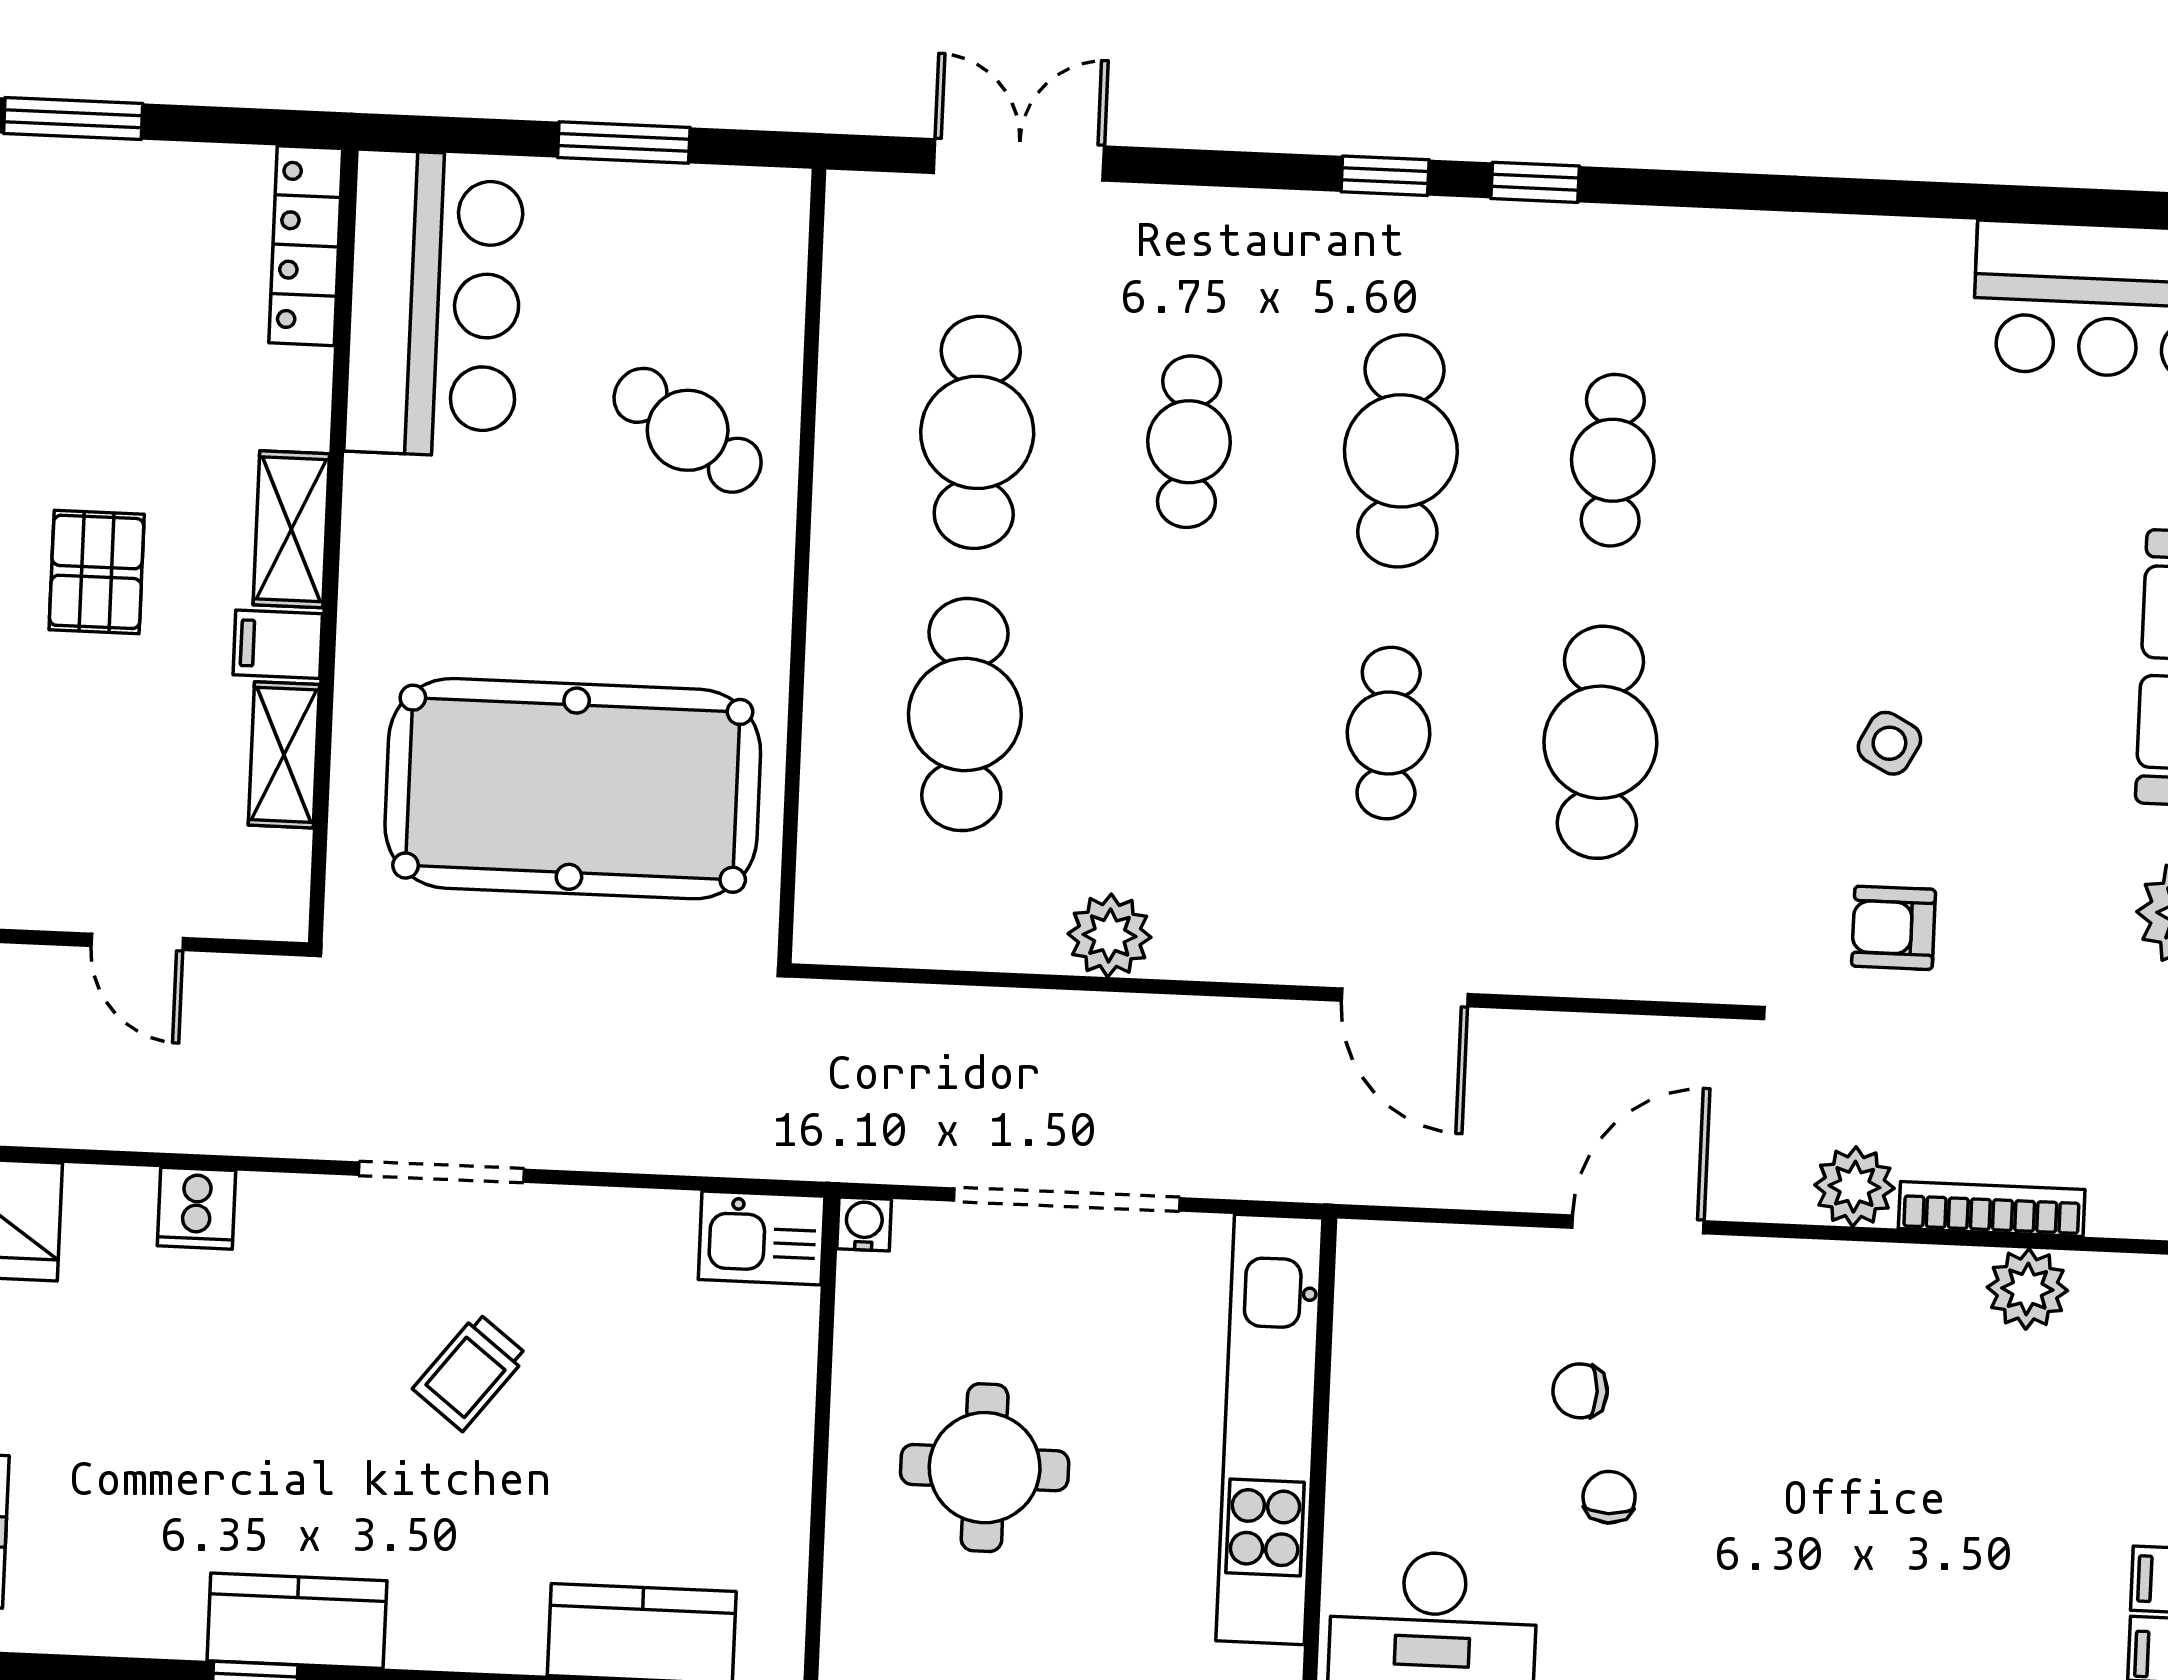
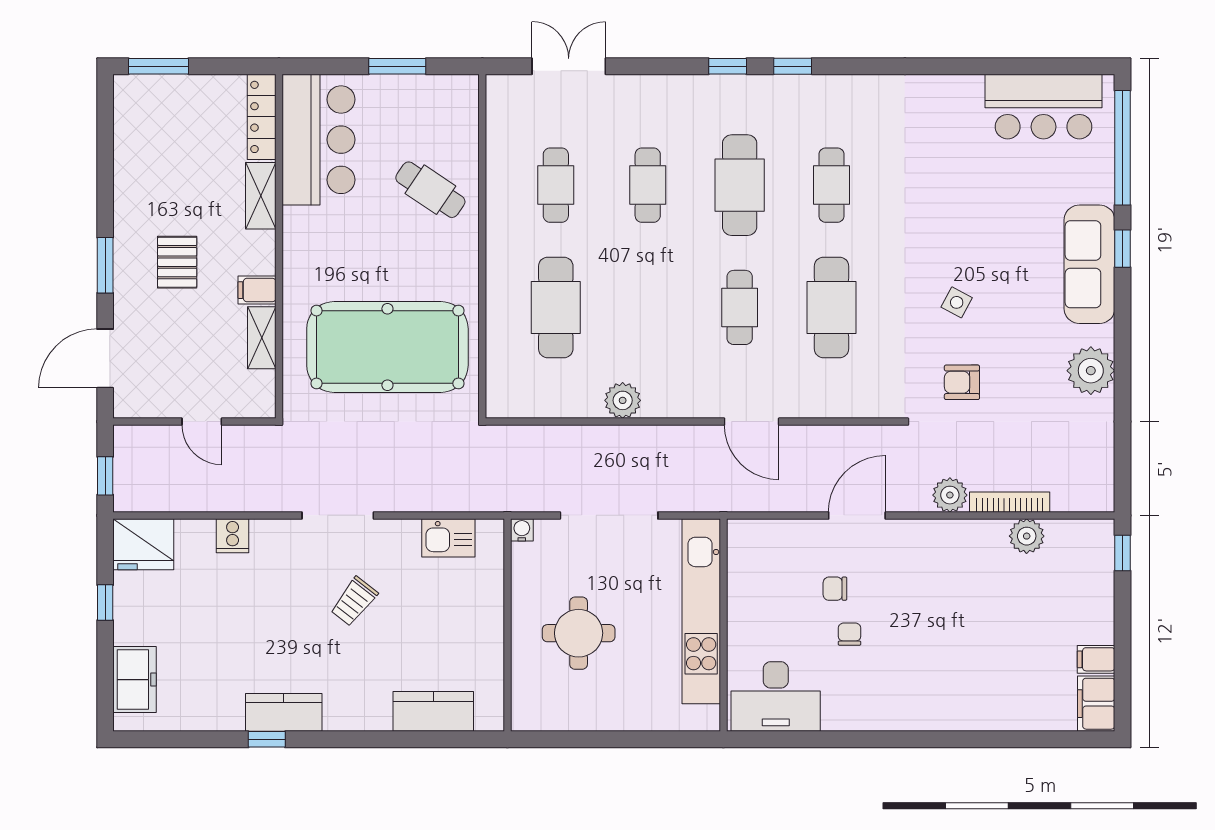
cafe table: (977, 432) -> (556, 185), width x0.73, depth x0.74
shelving: (291, 529) -> (261, 196), moved
kitchen sink: (762, 1238) -> (448, 538), moved

